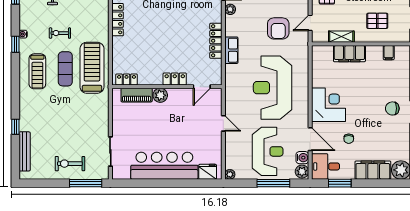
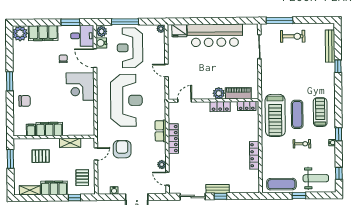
filing cabinet: (349, 54) -> (49, 129), moved
locker: (175, 79) -> (220, 107), moved
chair: (392, 108) -> (25, 101), moved

